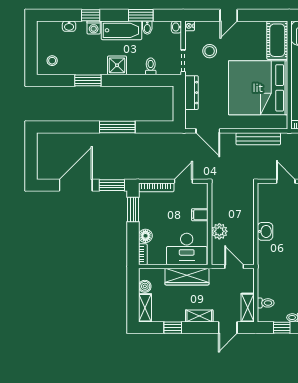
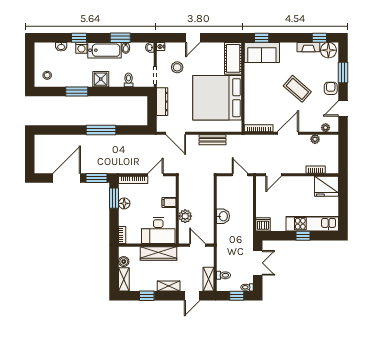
bench: (258, 139) -> (212, 140), width x0.73
floor lamp: (145, 236) -> (124, 203), moved

